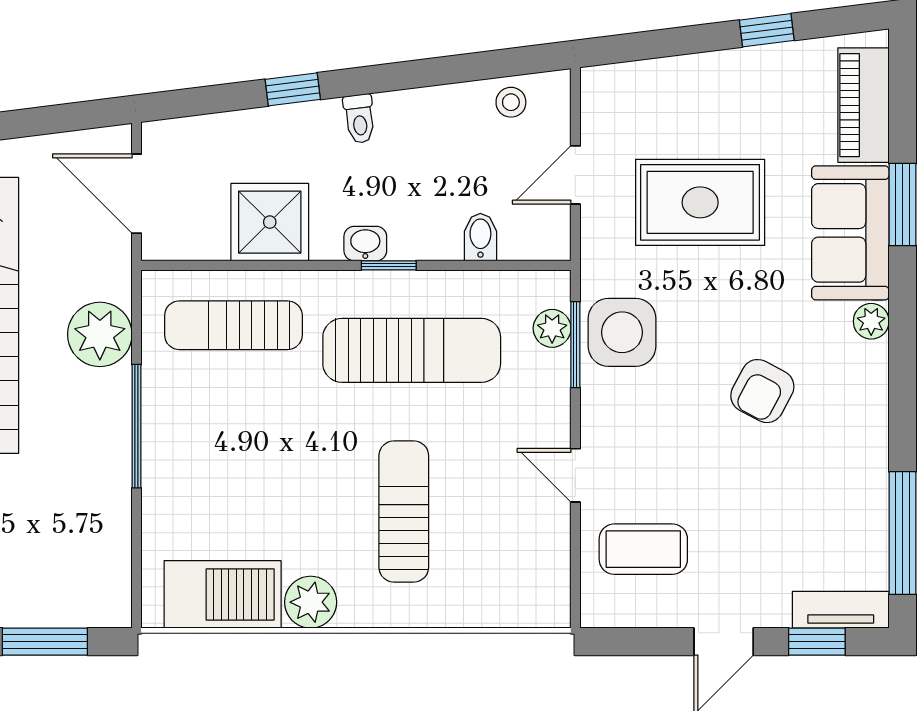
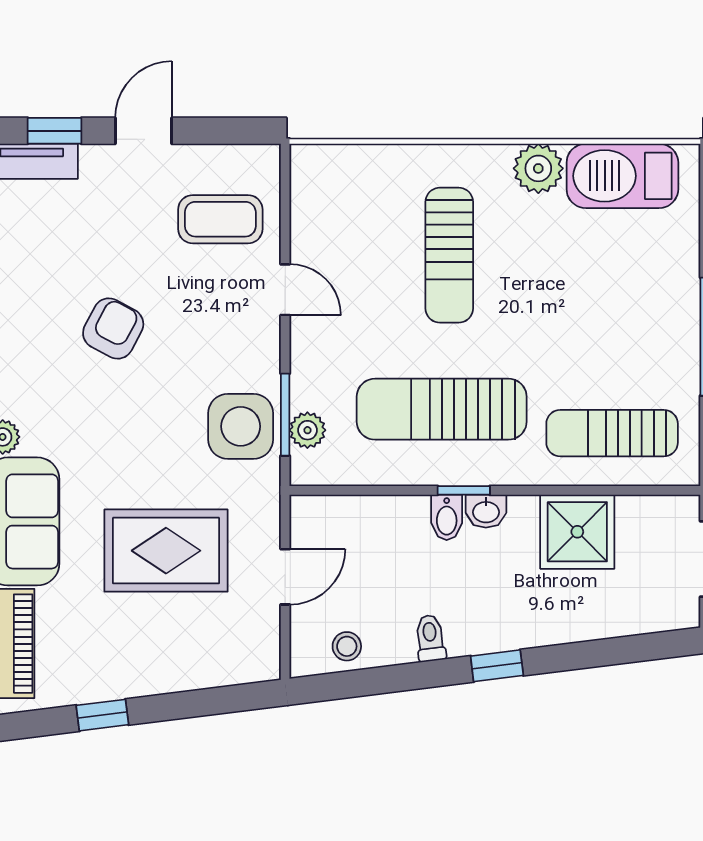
window: (293, 89) -> (497, 666), moved
toilet: (359, 119) -> (430, 638), moved
bidet: (480, 237) -> (447, 517), moved
sun lounger: (233, 325) -> (612, 433), turned 180
armchair: (762, 391) -> (113, 329), moved

